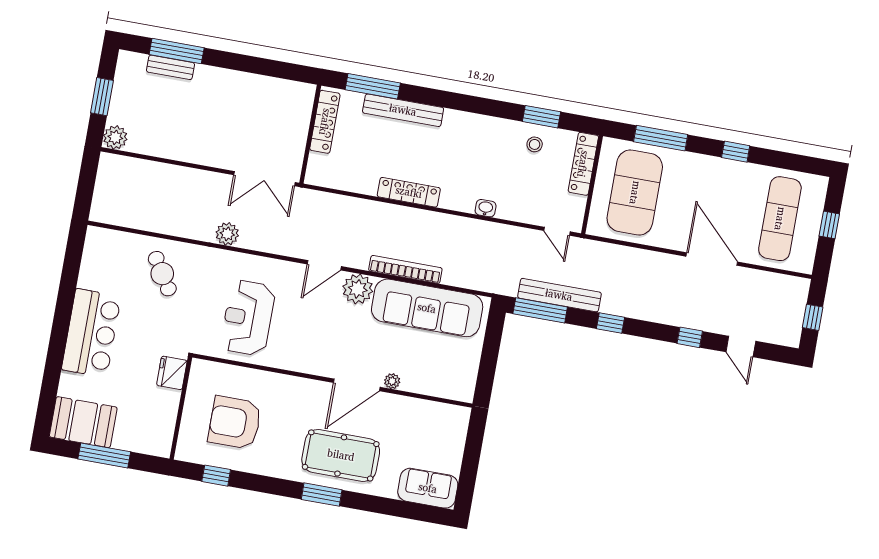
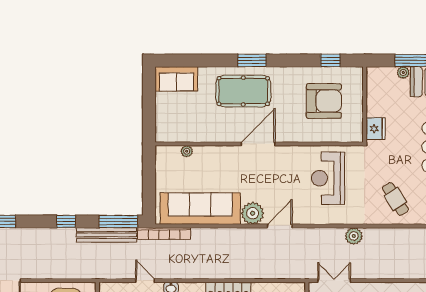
double door: (264, 179) -> (334, 281), width x0.73
door: (557, 231) -> (145, 281), moved
bookcase: (405, 269) -> (164, 233), moved
reception desk: (248, 318) -> (328, 178), turned 180
plant: (392, 381) -> (187, 151), moved
door: (357, 385) -> (258, 144), moved
plant: (121, 442) -> (403, 73), added

